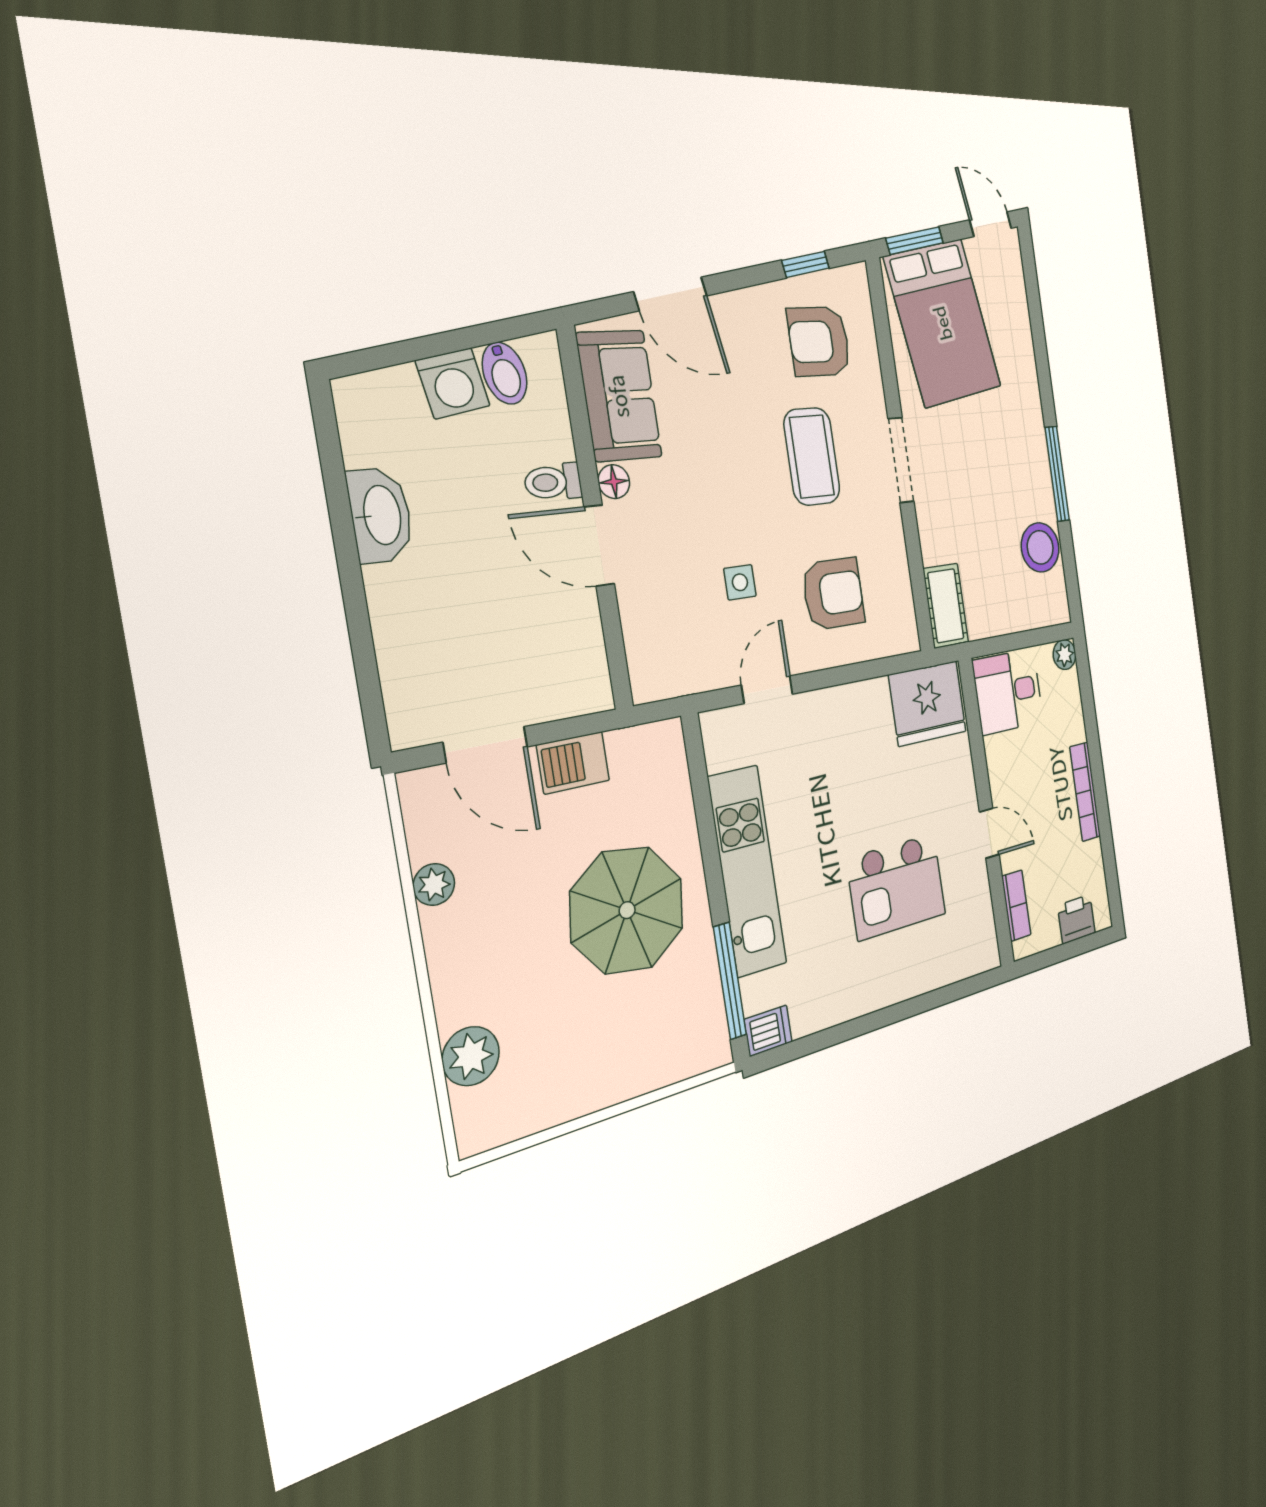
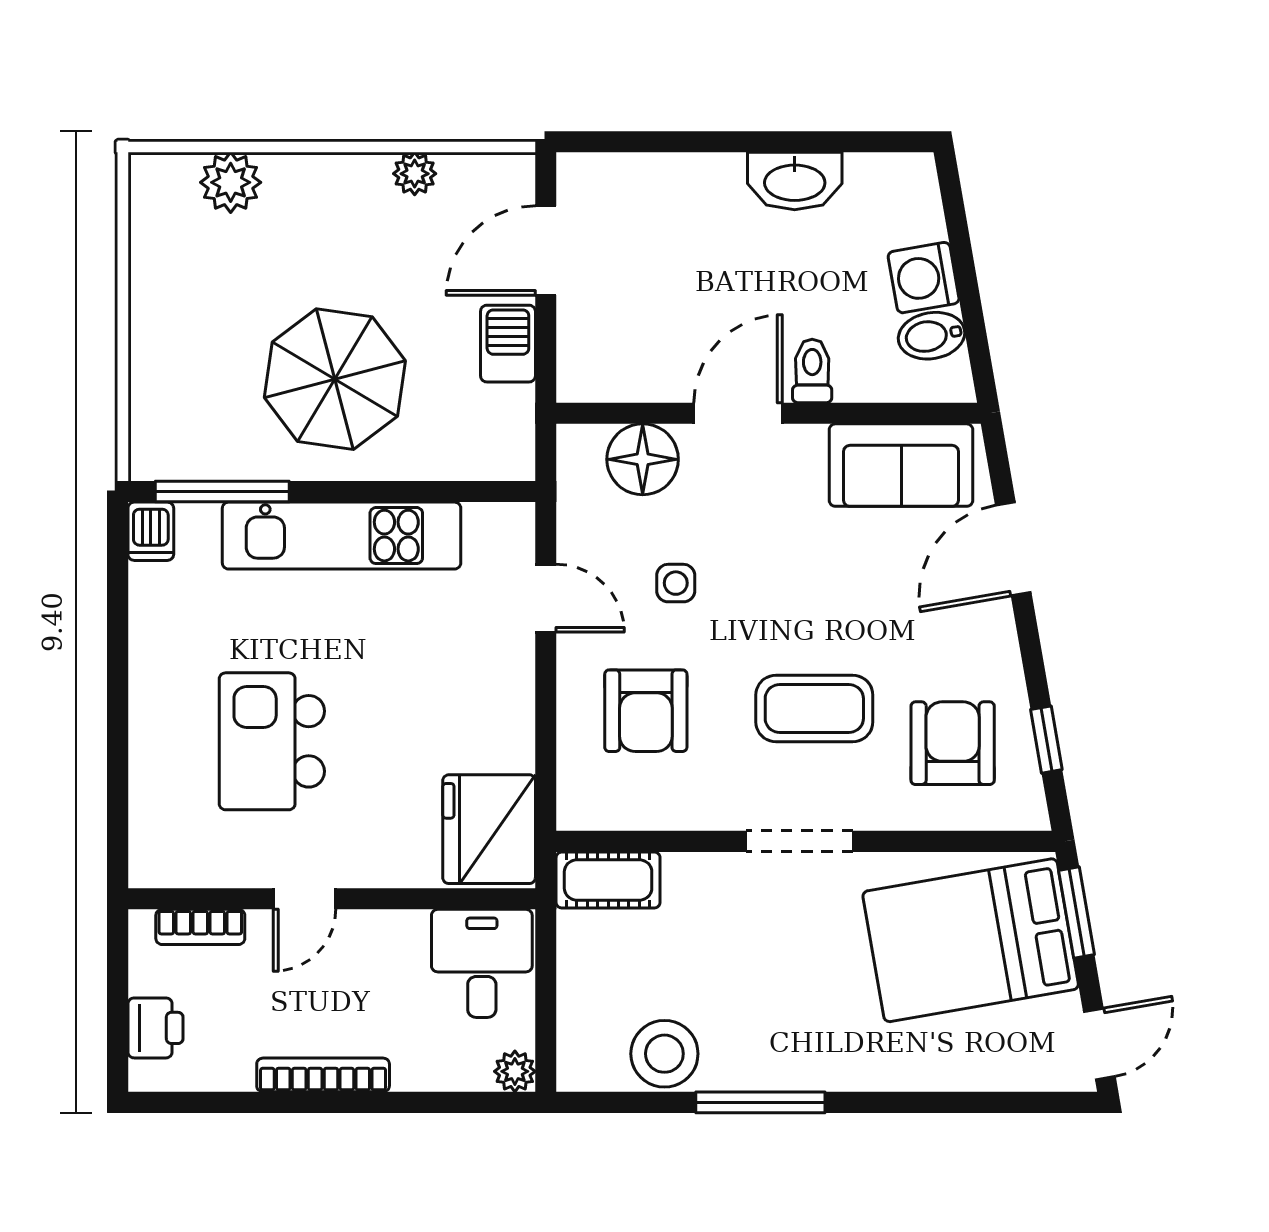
floor lamp: (614, 482) -> (643, 459), moved, width x1.89, depth x1.89

